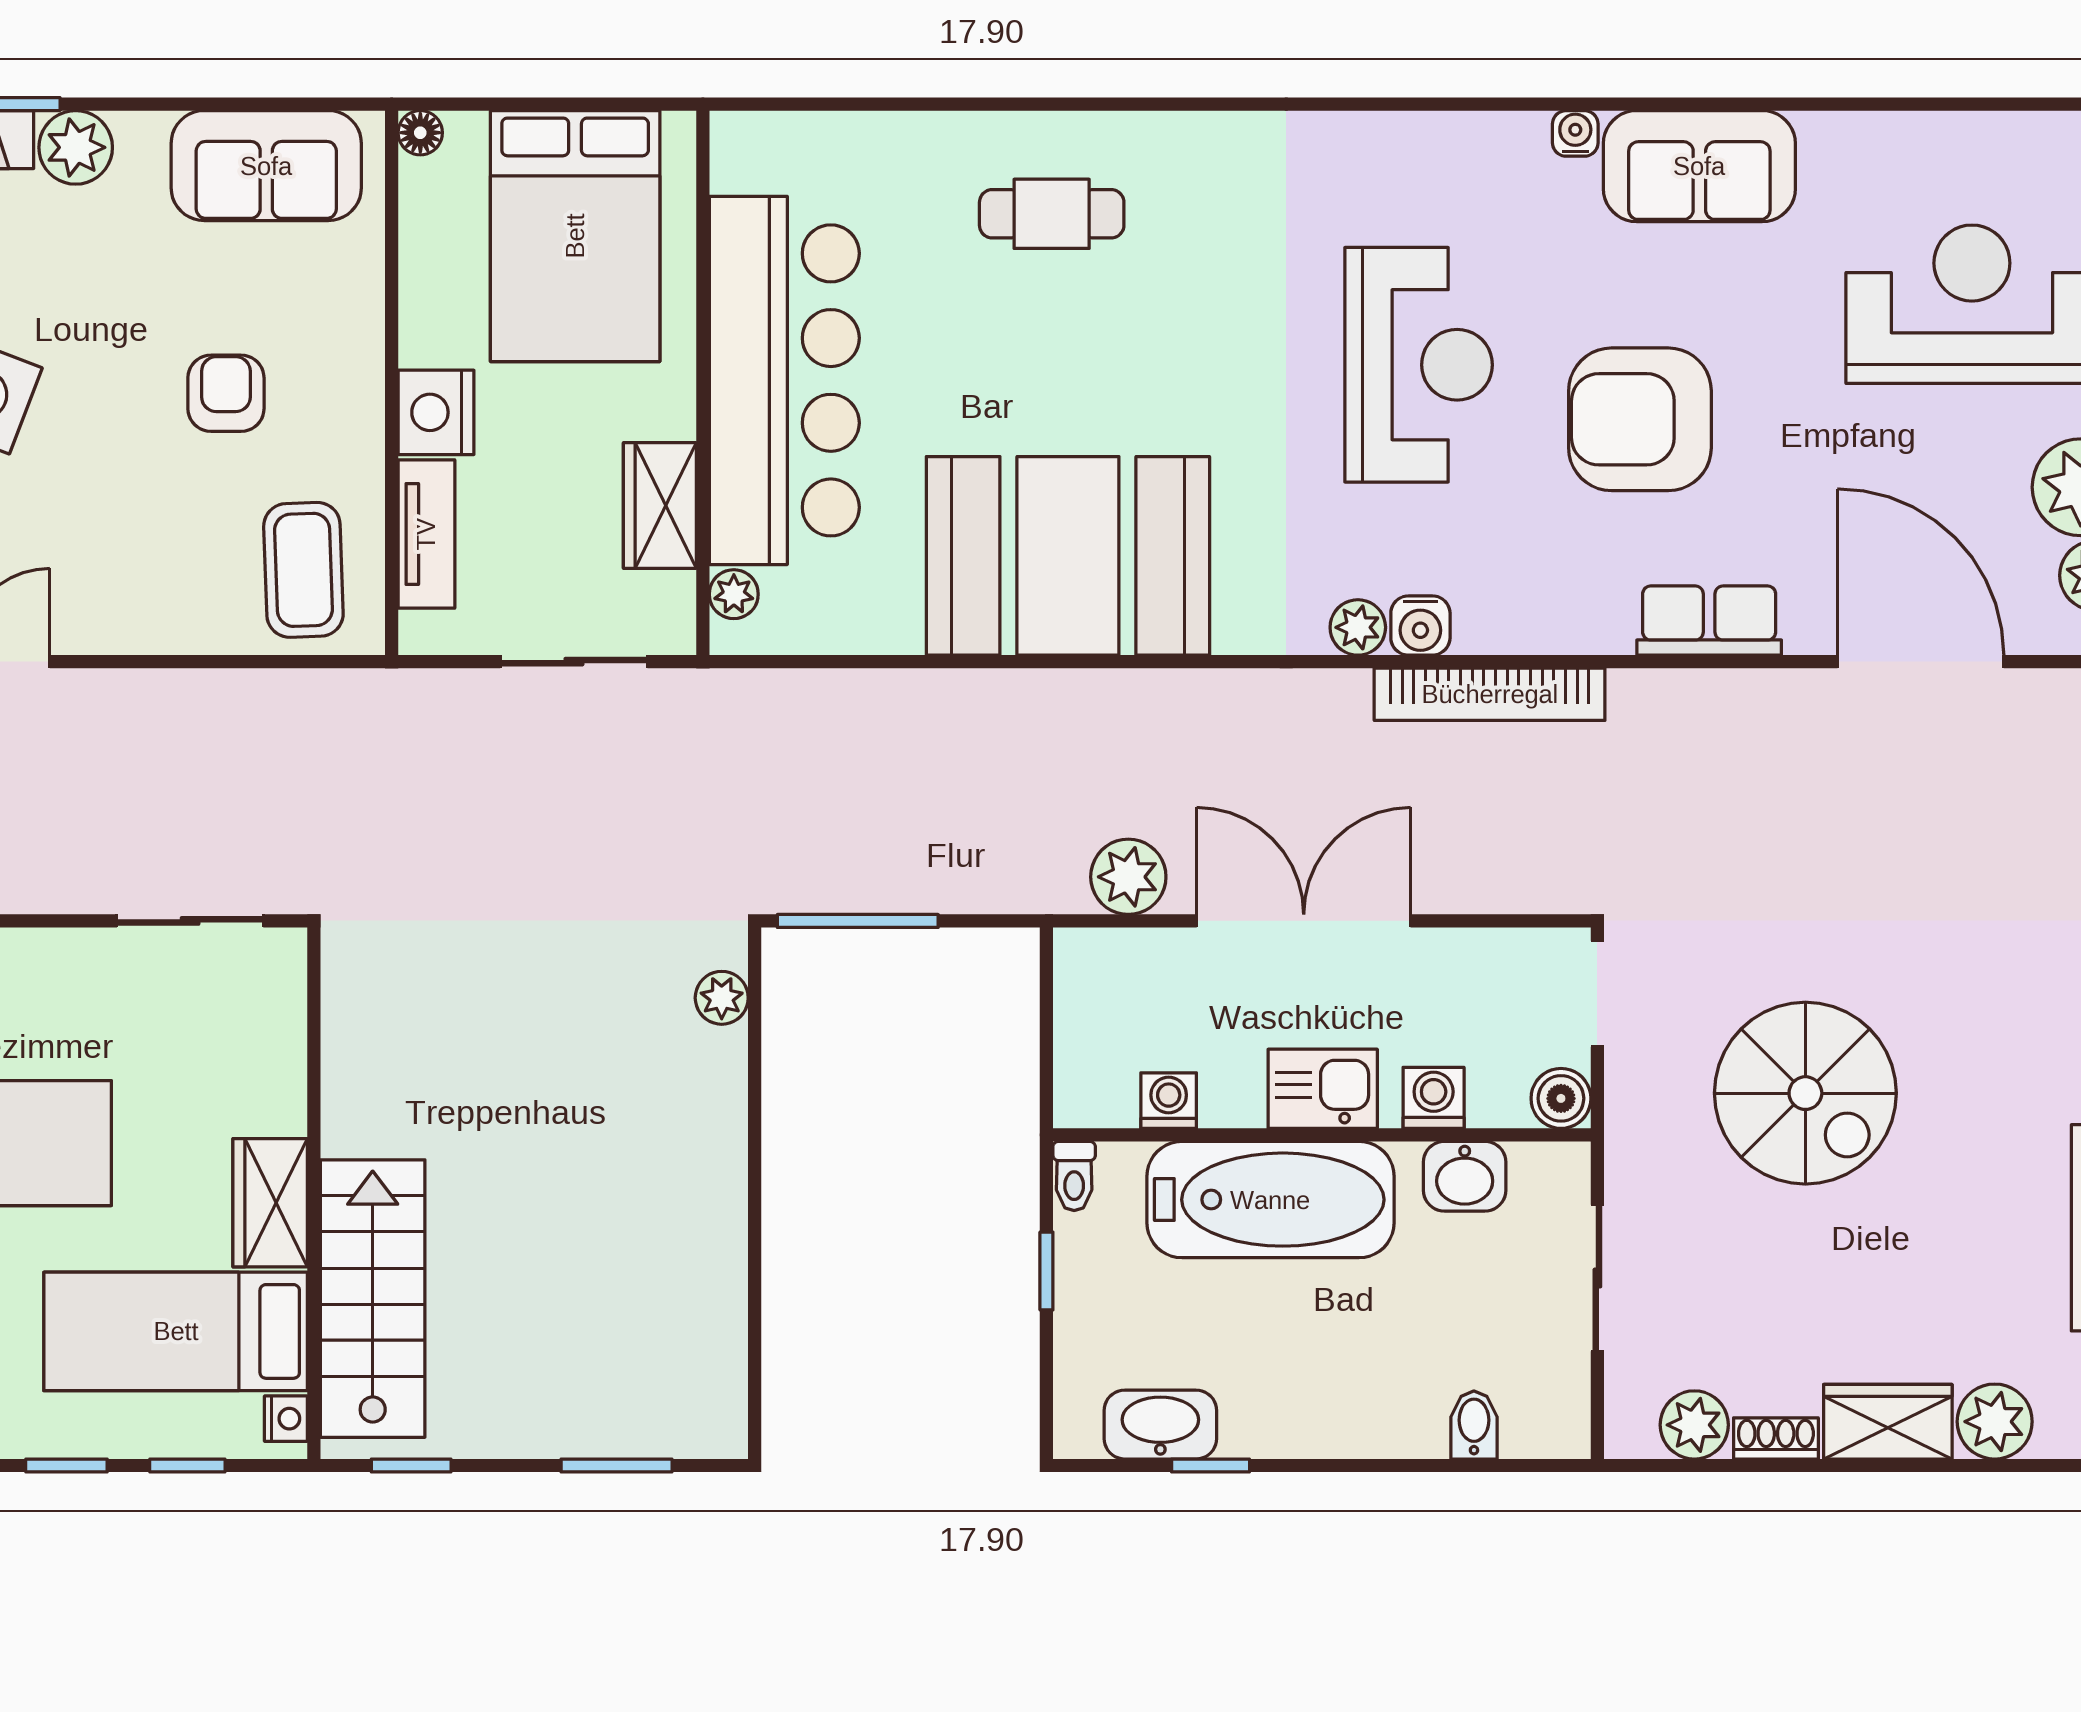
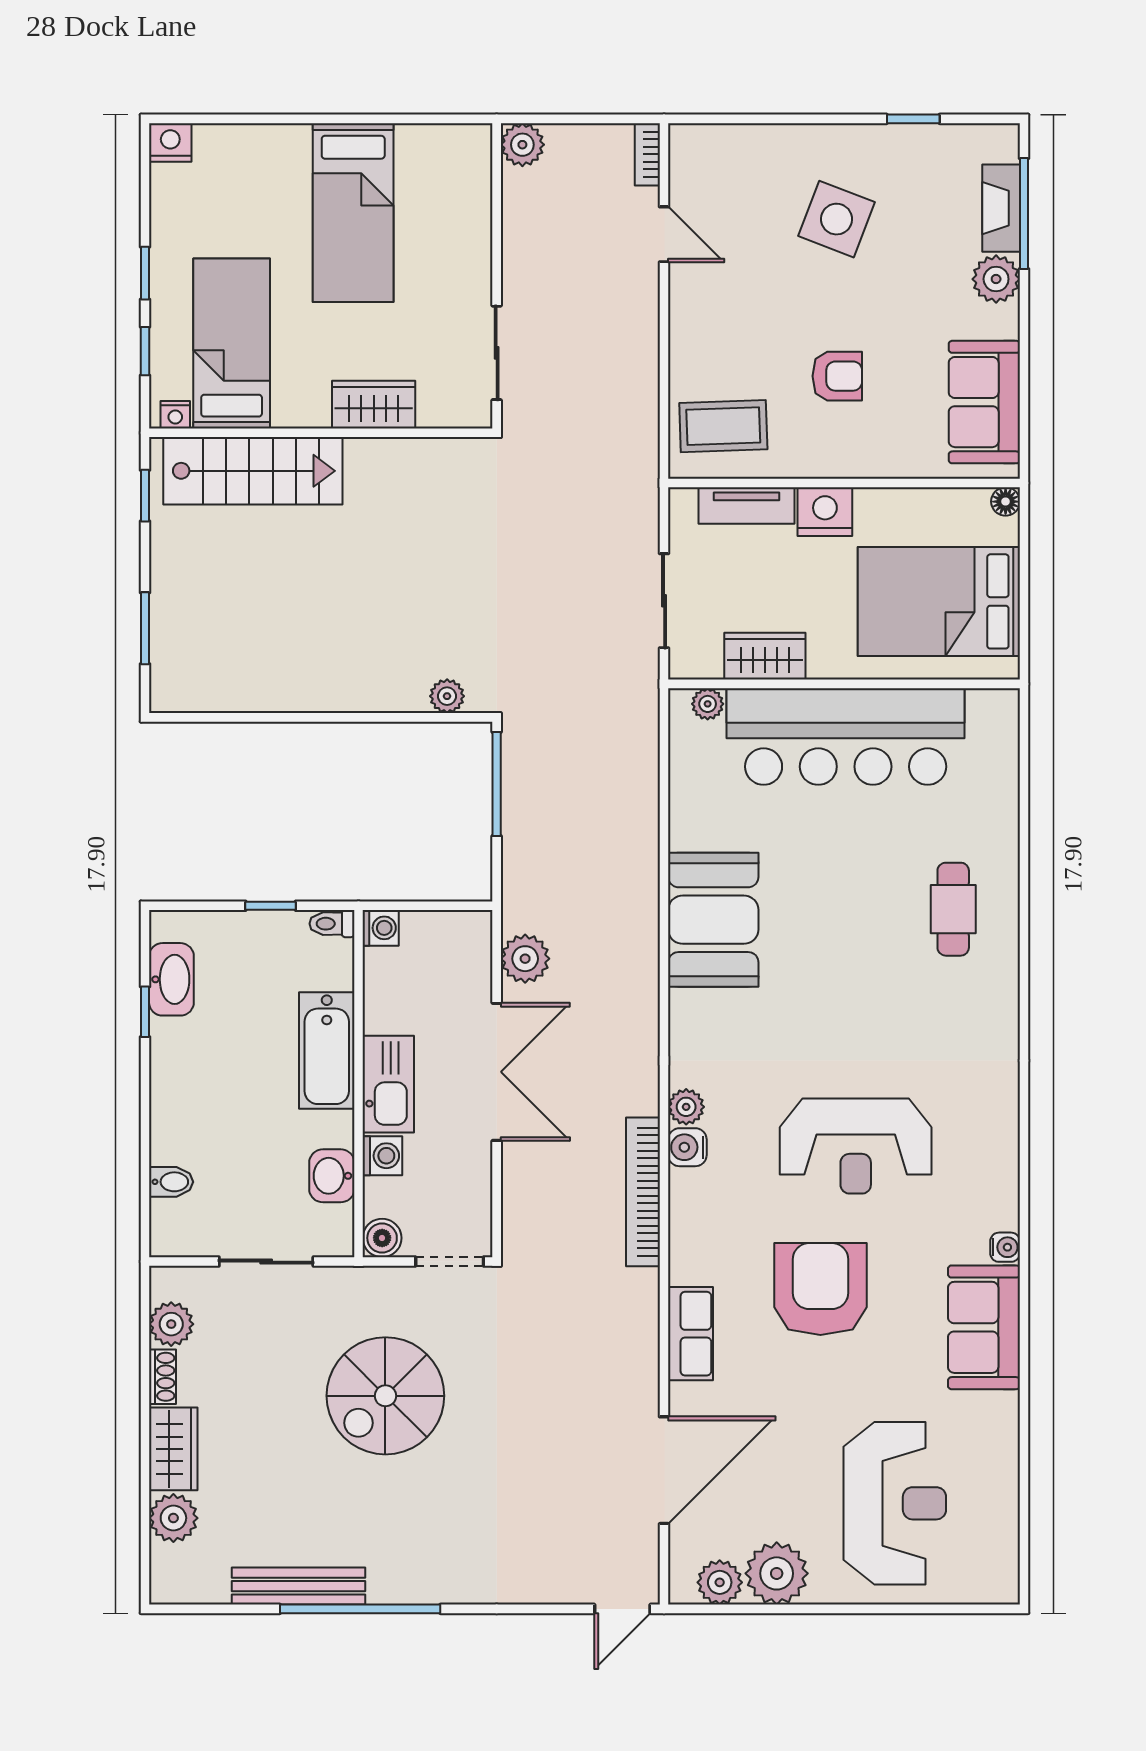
booth: (1068, 556) -> (713, 920), width x0.73, depth x0.70
kitchen sink: (1323, 1089) -> (388, 1084), width x1.38
washing machine: (1169, 1101) -> (381, 928), moved
bathtub: (1270, 1200) -> (327, 1050), width x0.73, depth x0.73
wardrobe: (270, 1203) -> (374, 405), moved

